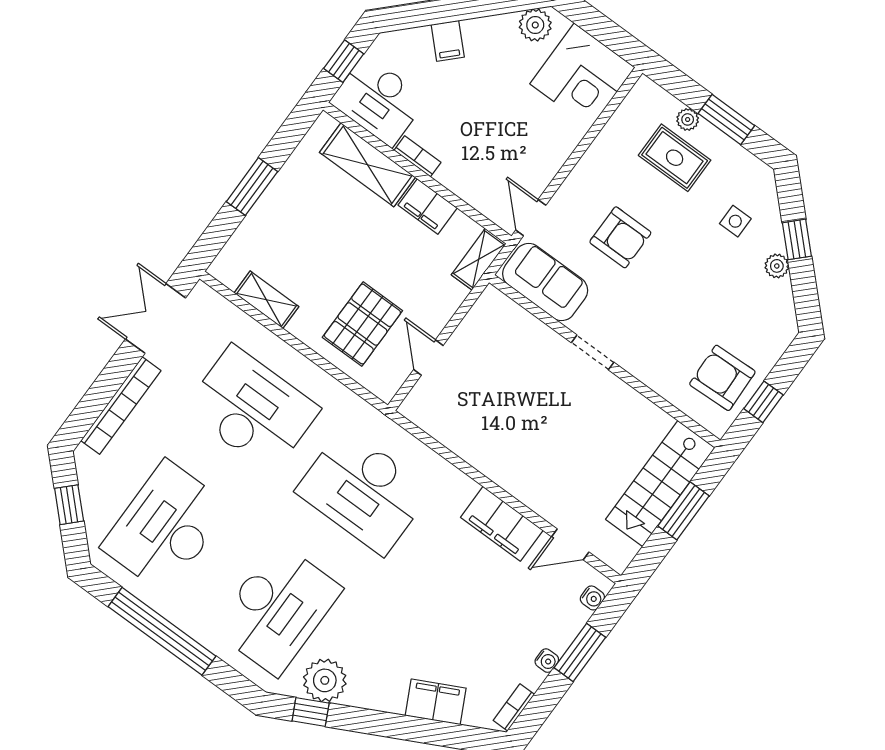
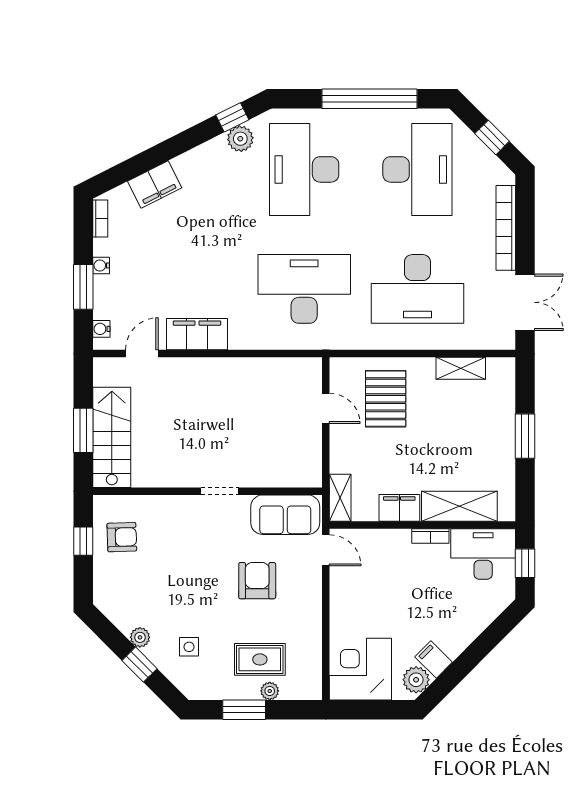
filing cabinet: (448, 41) -> (434, 659), moved
armchair: (620, 237) -> (257, 581), turned 90
armchair: (722, 378) -> (122, 537), width x0.72, depth x0.72
plant: (325, 680) -> (240, 139), width x0.73, depth x0.73

